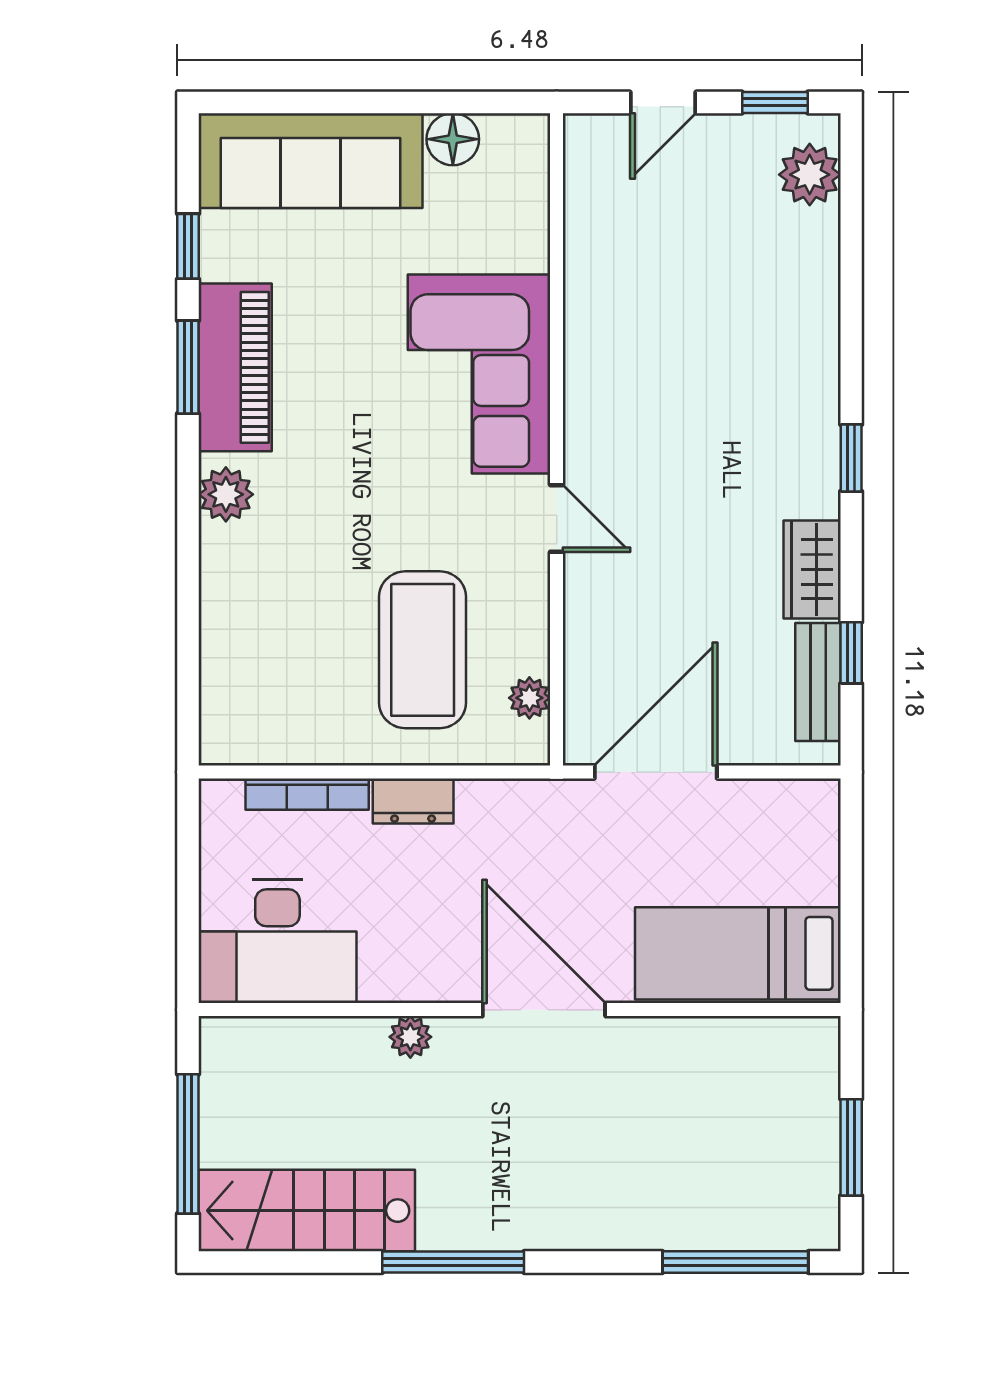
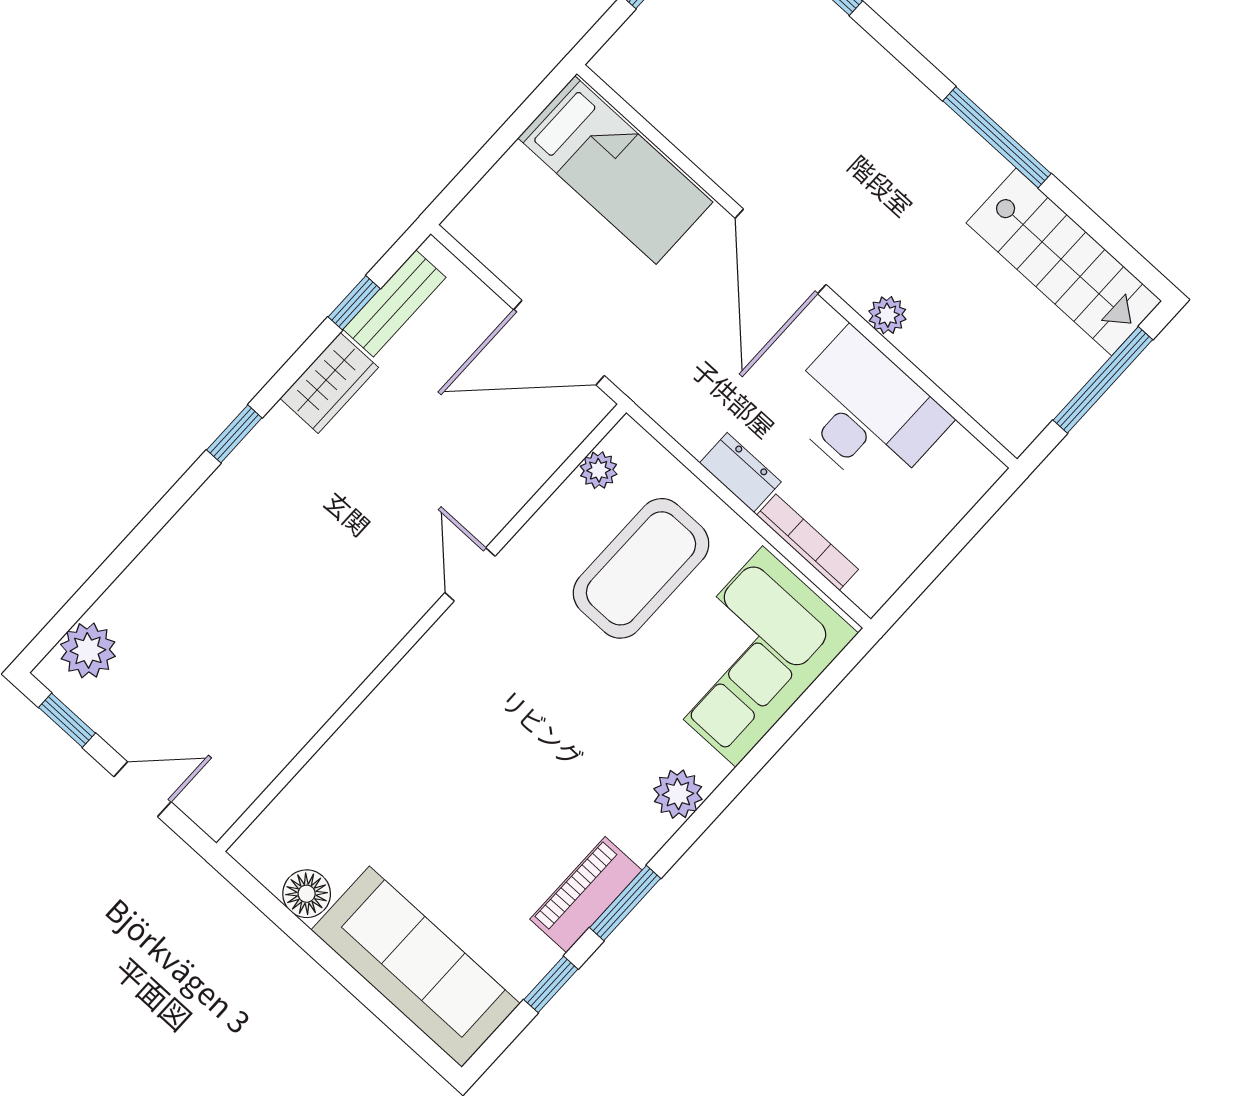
piano: (235, 367) -> (586, 895), width x0.73, depth x0.75
corner sofa: (479, 374) -> (749, 657), moved, turned 180
desk: (277, 941) -> (865, 413), moved

